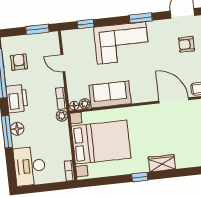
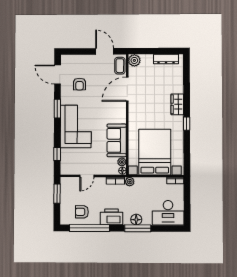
armchair: (186, 44) -> (79, 84), moved

